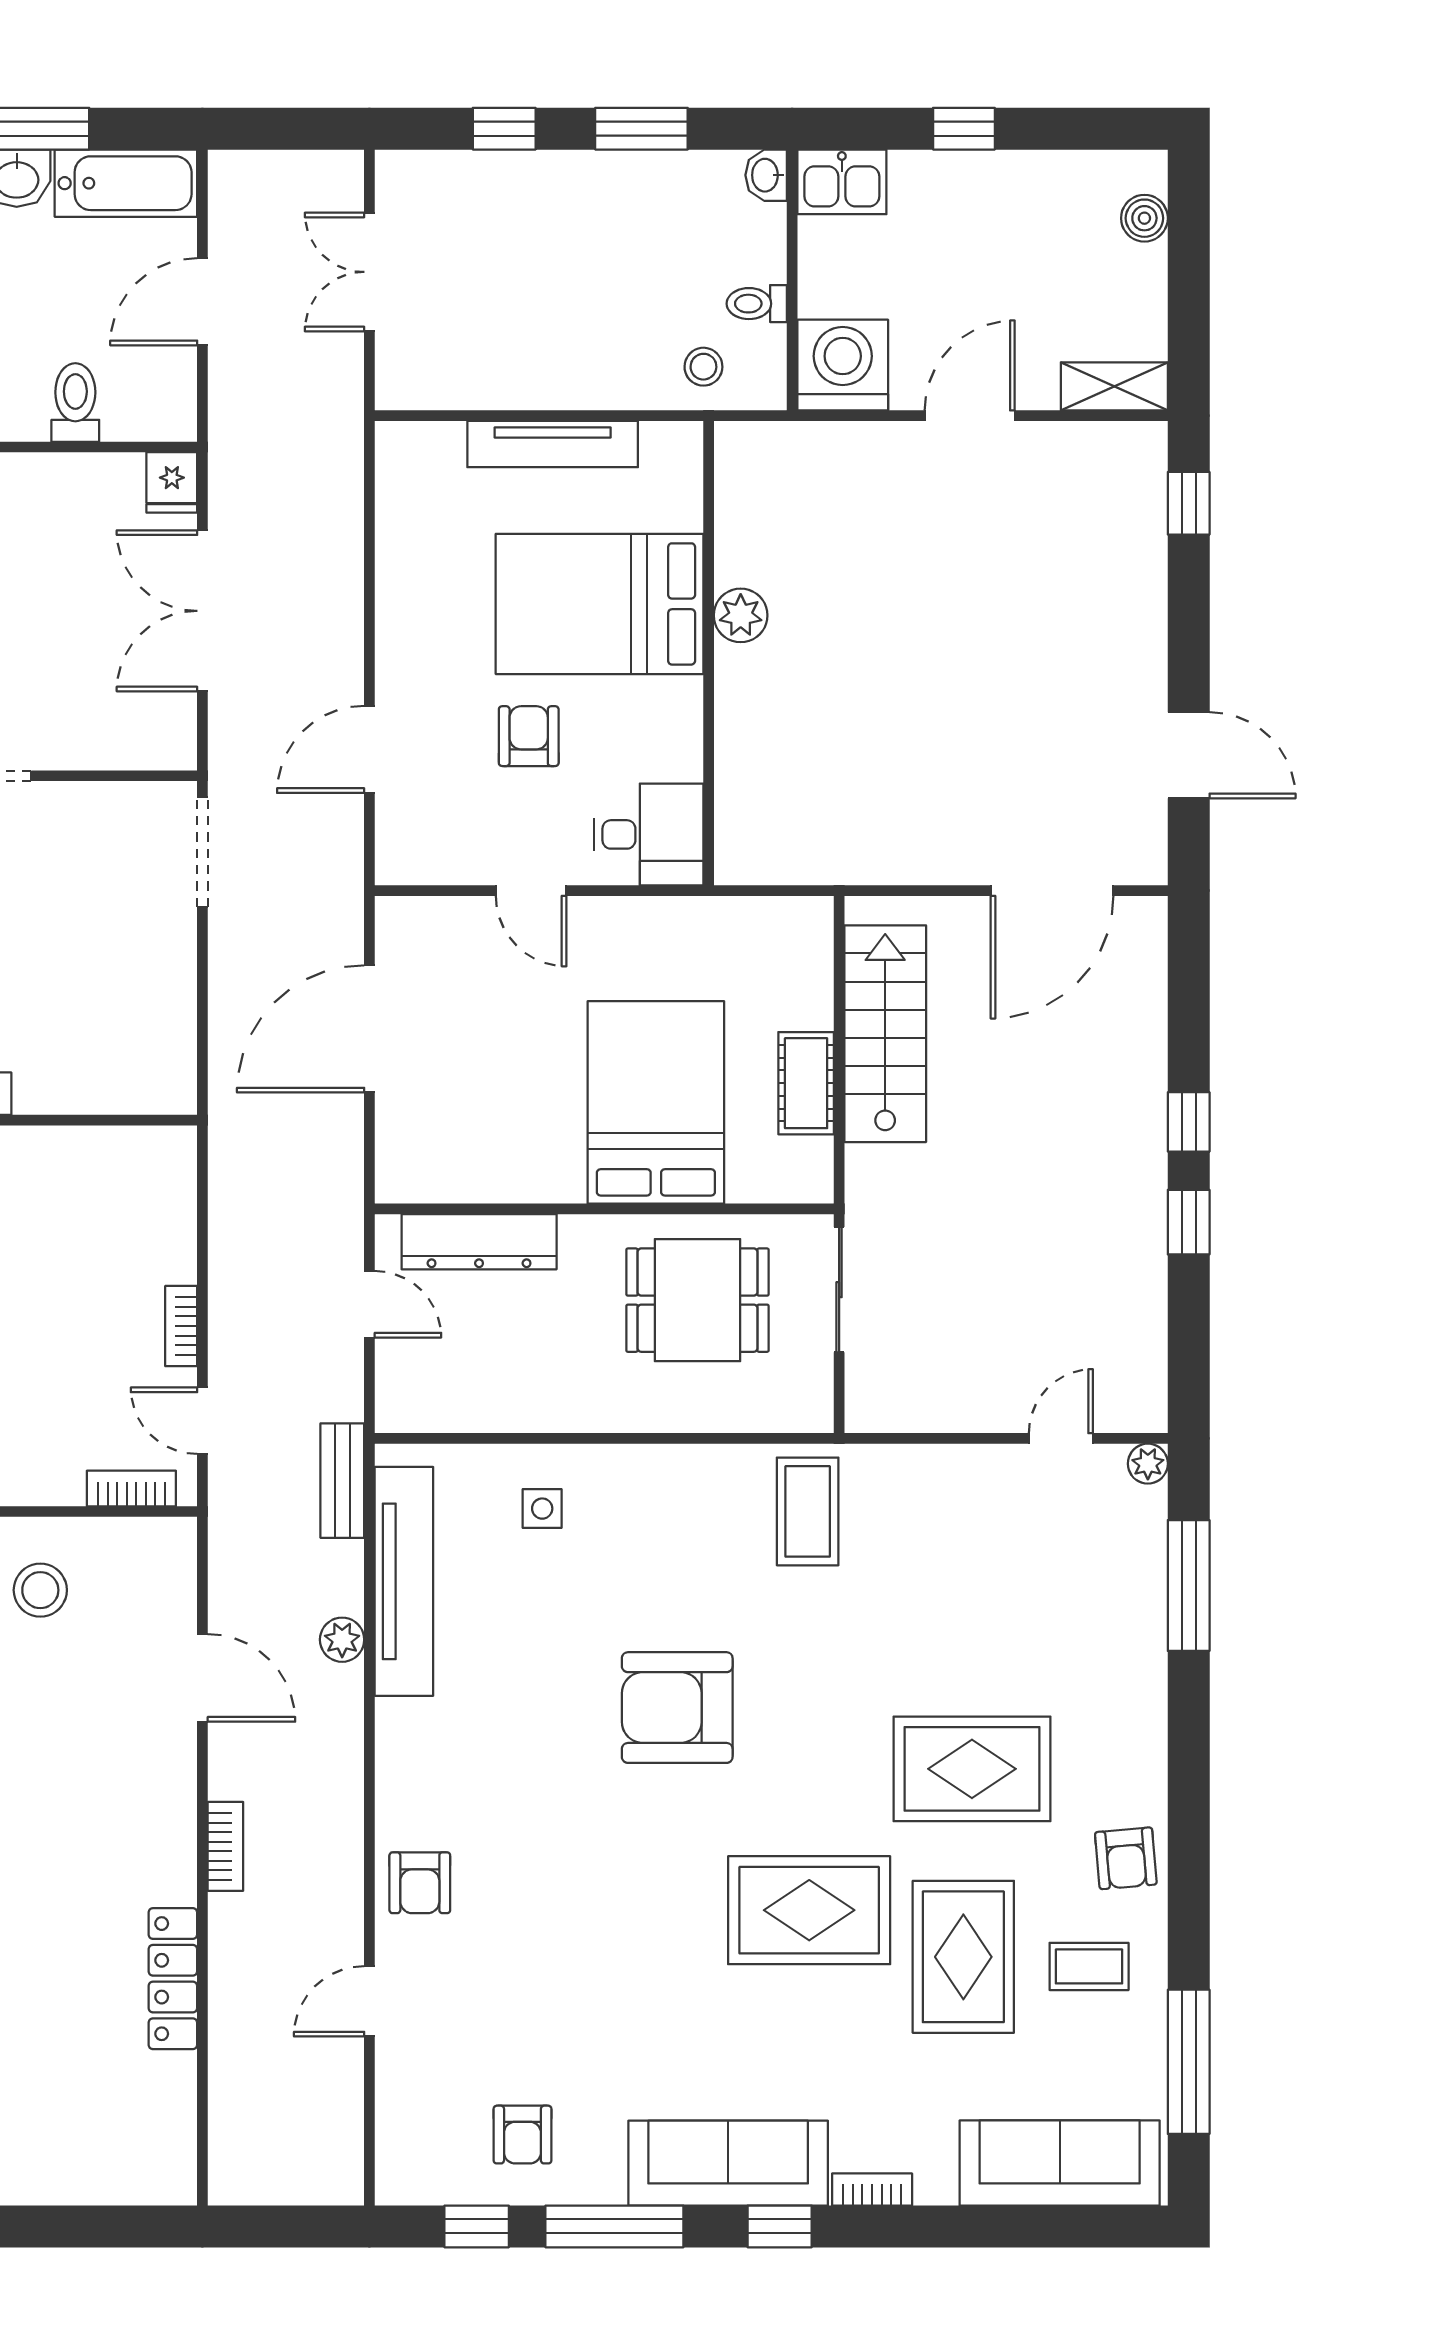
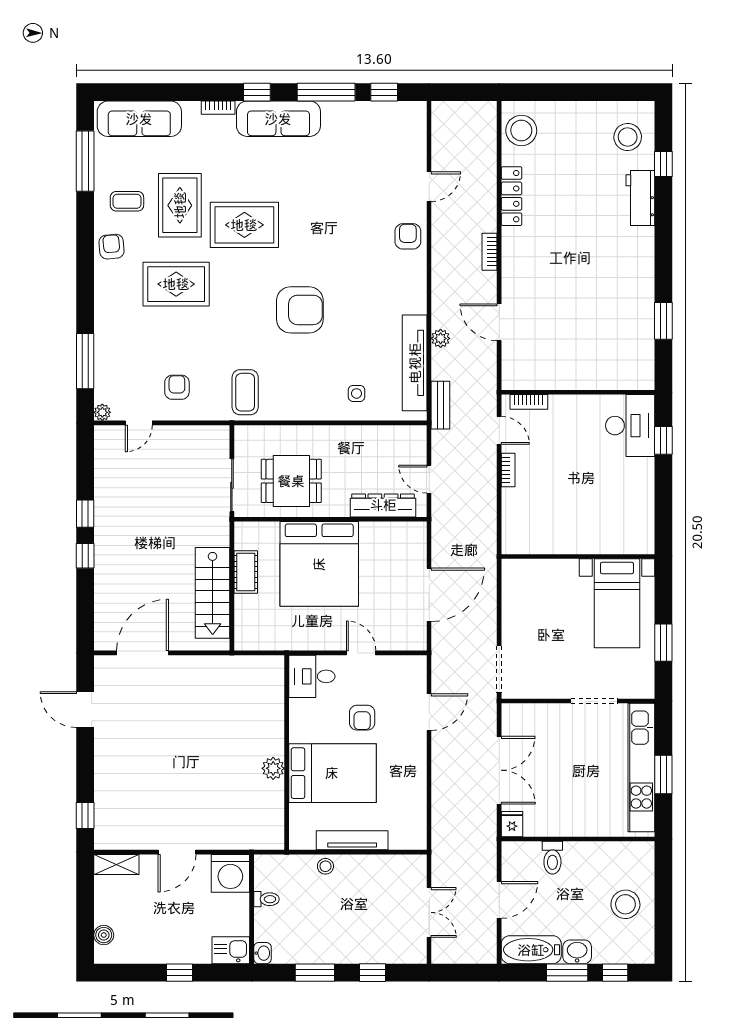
stool: (703, 367) -> (325, 866), moved
bed: (656, 1102) -> (319, 564), width x1.36
stool: (40, 1590) -> (521, 130), moved, width x1.38, depth x1.38
armchair: (522, 2135) -> (177, 387), moved

